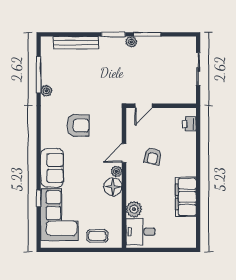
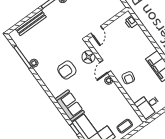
armchair: (78, 125) -> (67, 70), turned 180
armchair: (153, 156) -> (128, 78), moved
floor lamp: (113, 187) -> (88, 57), moved
plant: (134, 209) -> (135, 95), removed

